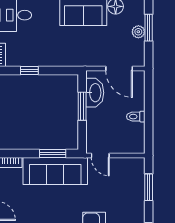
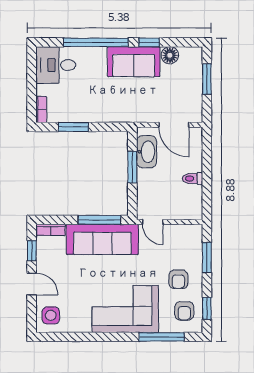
plant: (138, 32) -> (195, 84), removed
window: (29, 71) -> (73, 127), width x1.50
window: (53, 153) -> (99, 220), width x1.44
armchair: (123, 207) -> (178, 279), added

